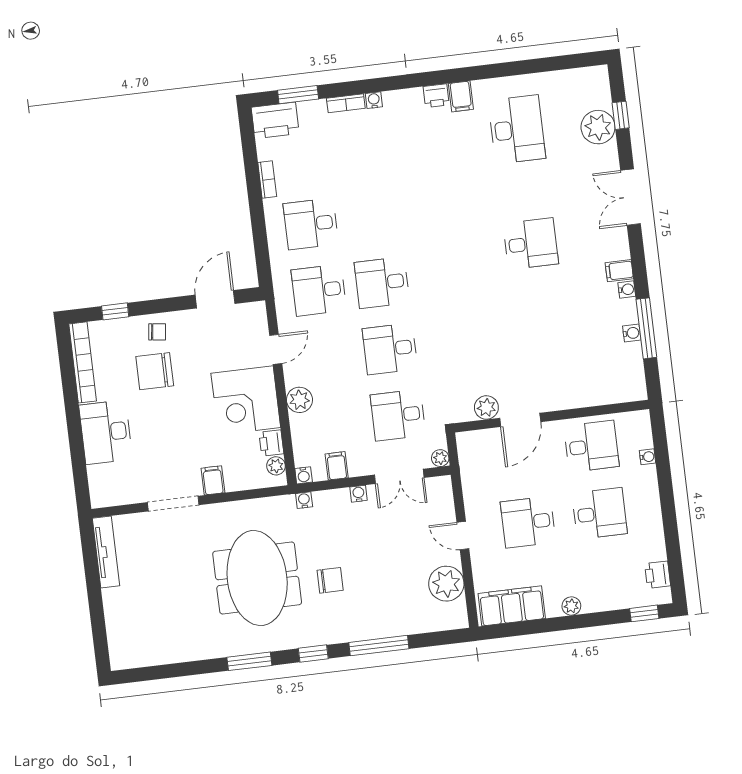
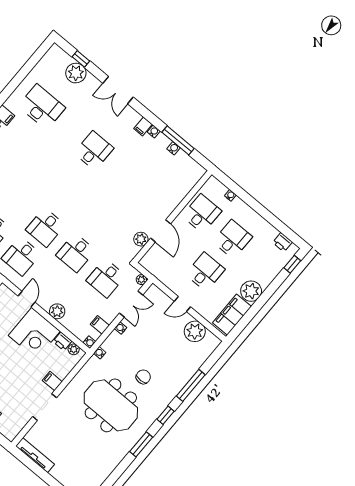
desk: (528, 522) -> (205, 272), turned 180
plant: (571, 606) -> (251, 291), width x1.88, depth x1.88

